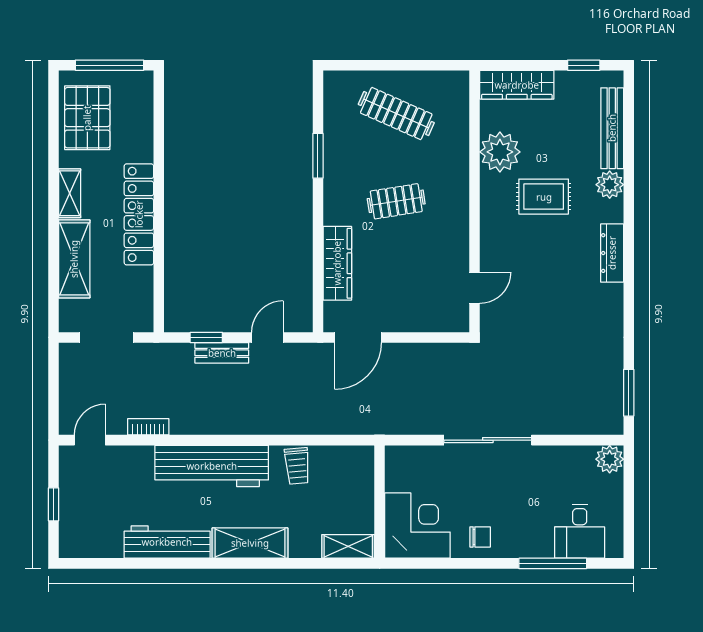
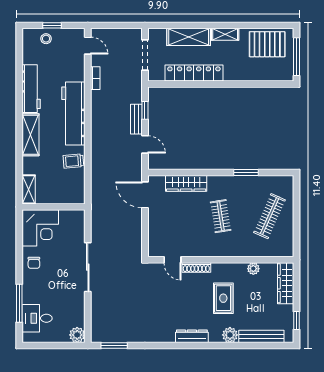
plant: (500, 152) -> (253, 269), width x0.53, depth x0.53
locker: (139, 214) -> (194, 73), moved
shoe rack: (488, 245) -> (196, 267), added
stool: (77, 515) -> (46, 39), added

